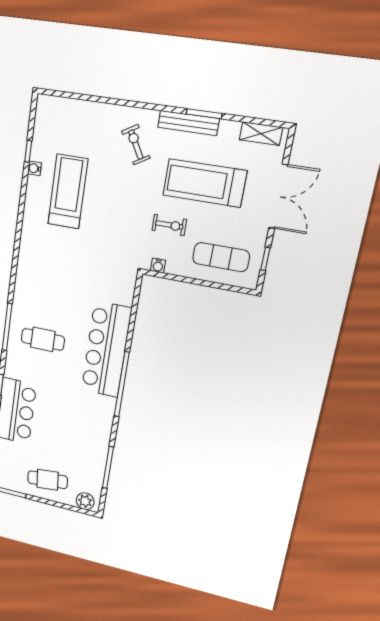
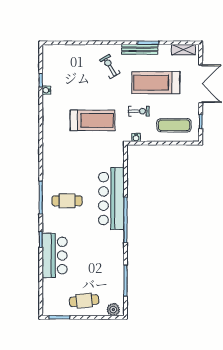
treadmill: (68, 192) -> (93, 120), moved, turned 90

